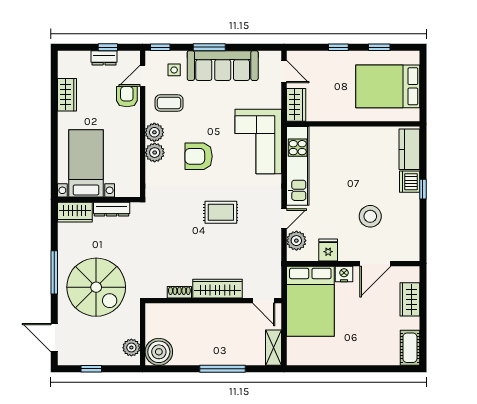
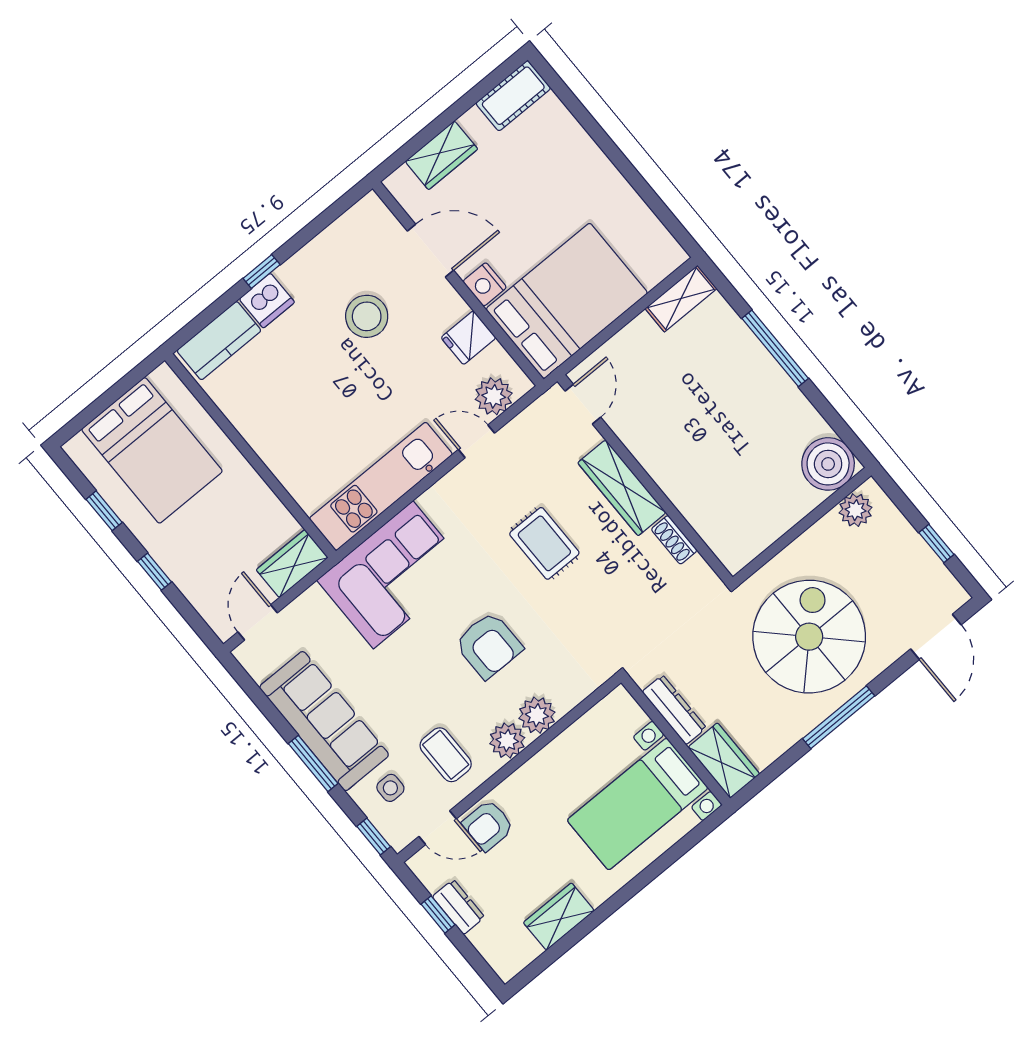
wardrobe: (217, 289) -> (622, 488), moved
shoe rack: (179, 292) -> (674, 540), moved
wall: (213, 301) -> (645, 479), moved
door: (264, 301) -> (583, 404), moved

